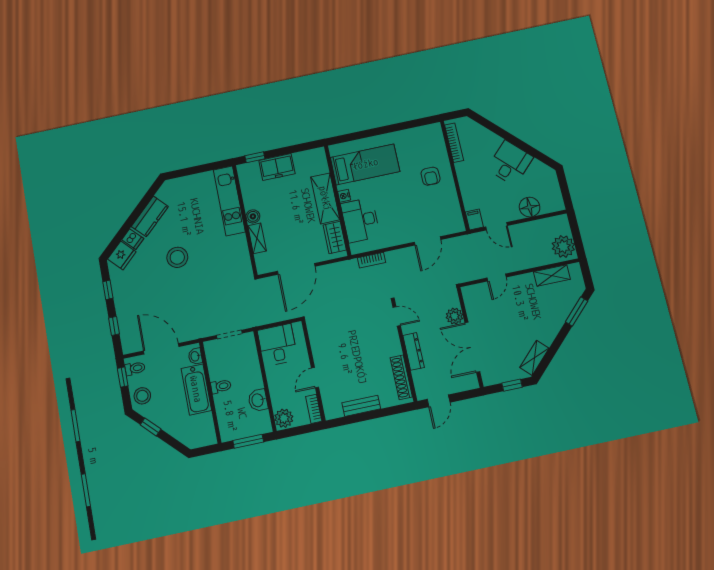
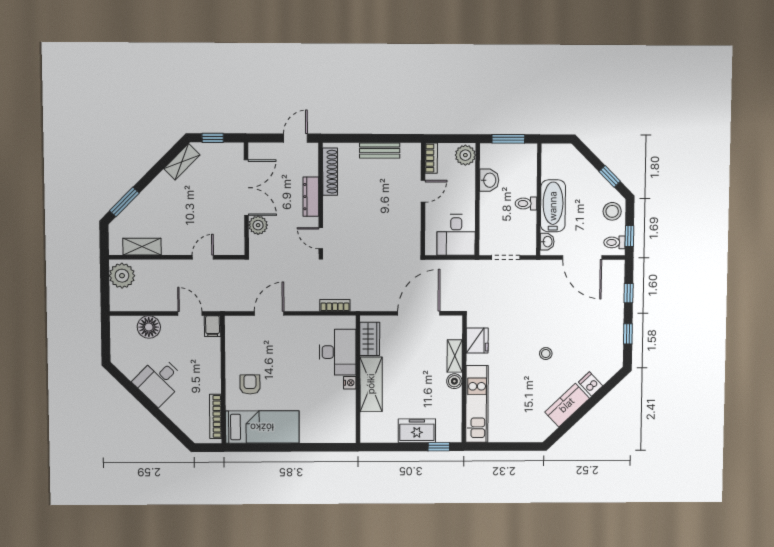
bed: (365, 164) -> (262, 427), moved, turned 180
fridge: (122, 255) -> (477, 341), moved, turned 134
stool: (177, 257) -> (546, 354), width x0.53, depth x0.53

